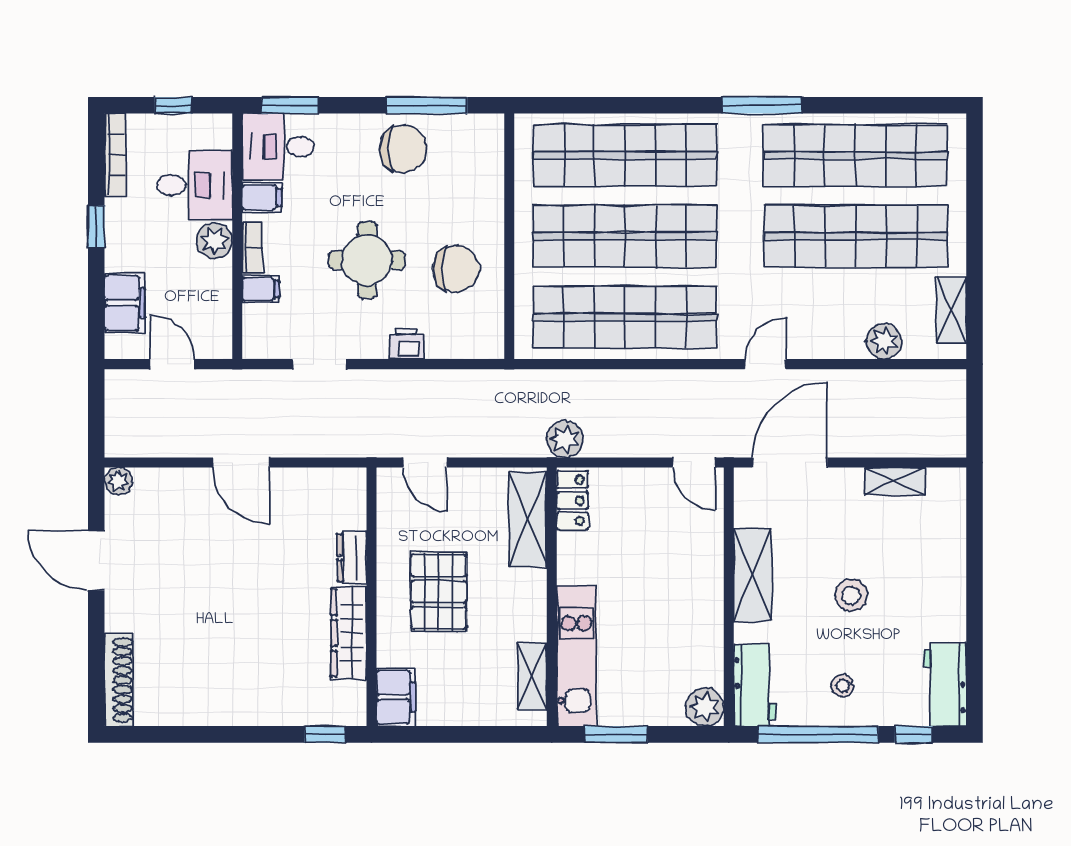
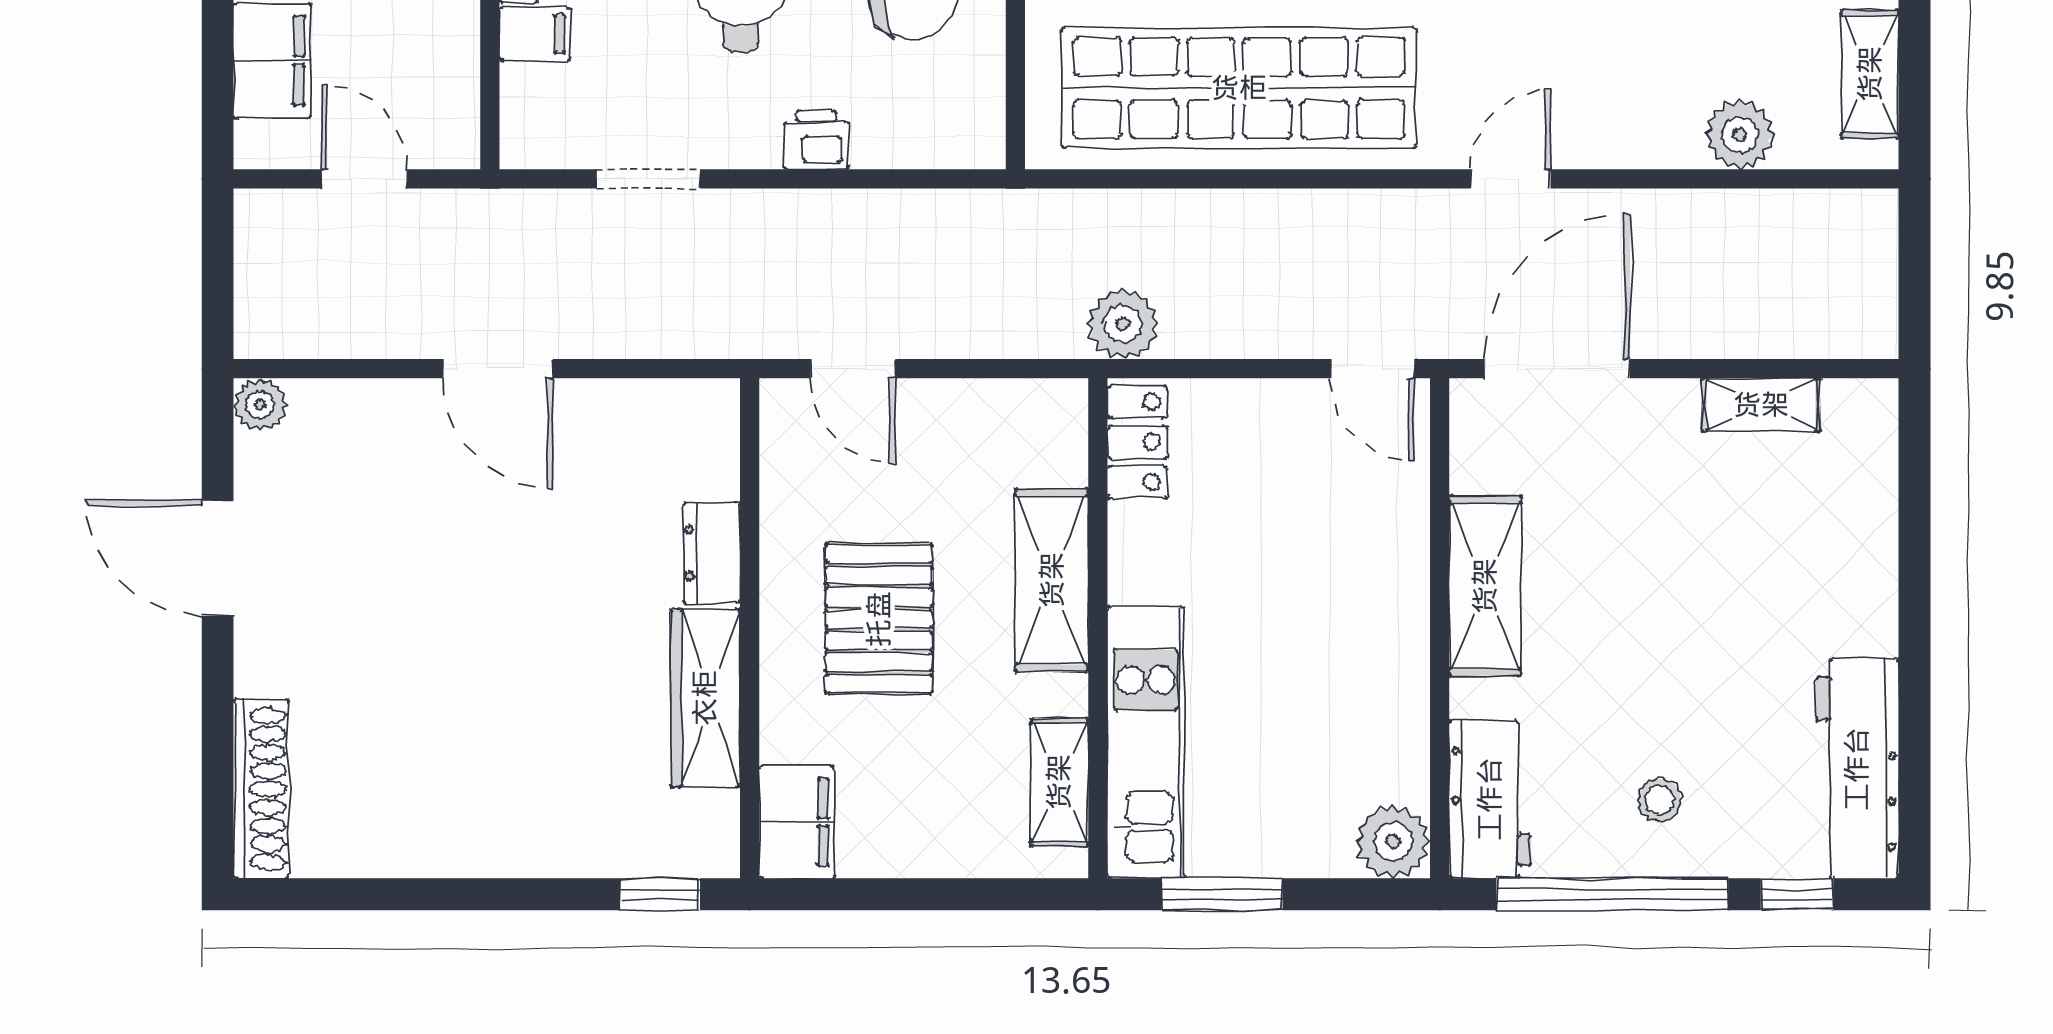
shelving: (528, 519) -> (1052, 580), moved
stool: (851, 595) -> (1676, 625), removed
workbench: (945, 685) -> (1857, 769), width x1.38

